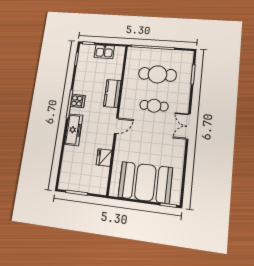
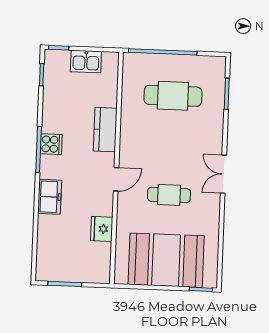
cafe table: (154, 106) -> (169, 195), moved
freezer: (74, 130) -> (50, 197), width x0.71

